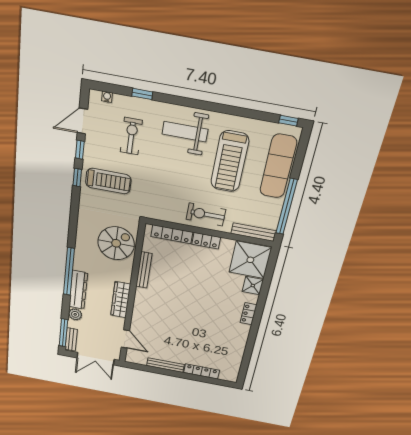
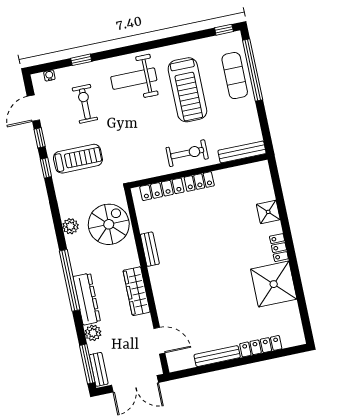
exercise mat: (278, 166) -> (235, 76), width x0.73, depth x0.69
window: (287, 207) -> (253, 70), moved
exercise bike: (206, 214) -> (187, 153), turned 180
plant: (83, 232) -> (70, 226), added
shower: (250, 260) -> (274, 284), moved
bench: (144, 270) -> (150, 249), width x0.73

